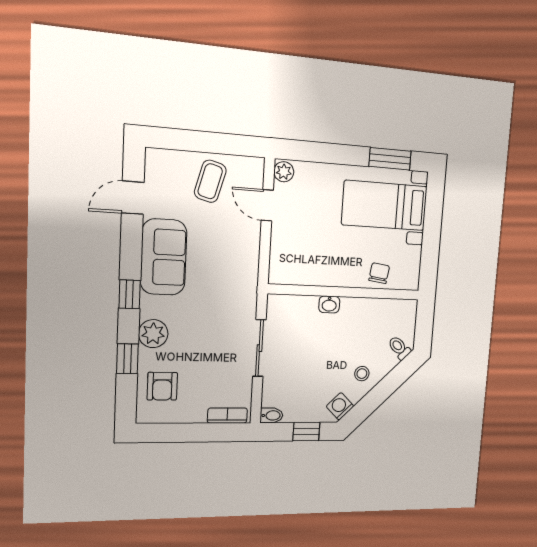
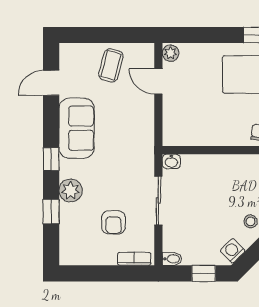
washbasin: (329, 304) -> (171, 161), moved
armchair: (162, 386) -> (113, 222), moved

